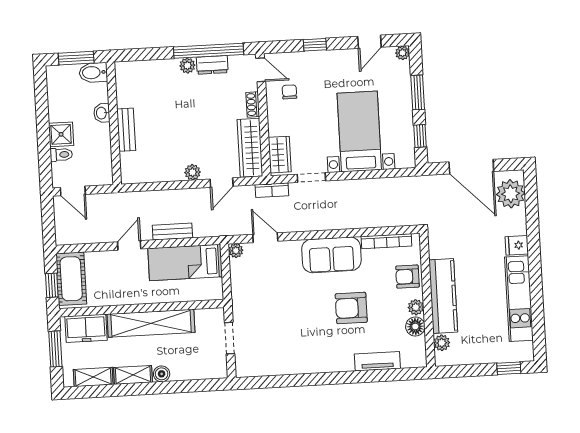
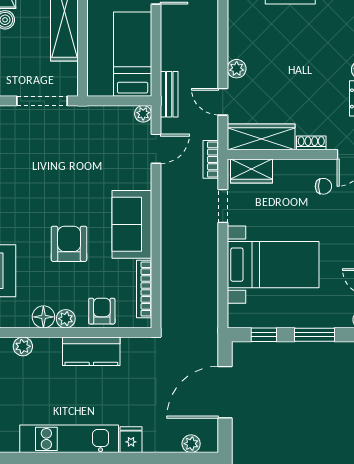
plant: (511, 194) -> (191, 444), width x0.53, depth x0.53
bench: (172, 232) -> (169, 94), moved
kitchen counter: (443, 296) -> (91, 351), width x0.67
doorway: (230, 338) -> (42, 101), width x1.38

